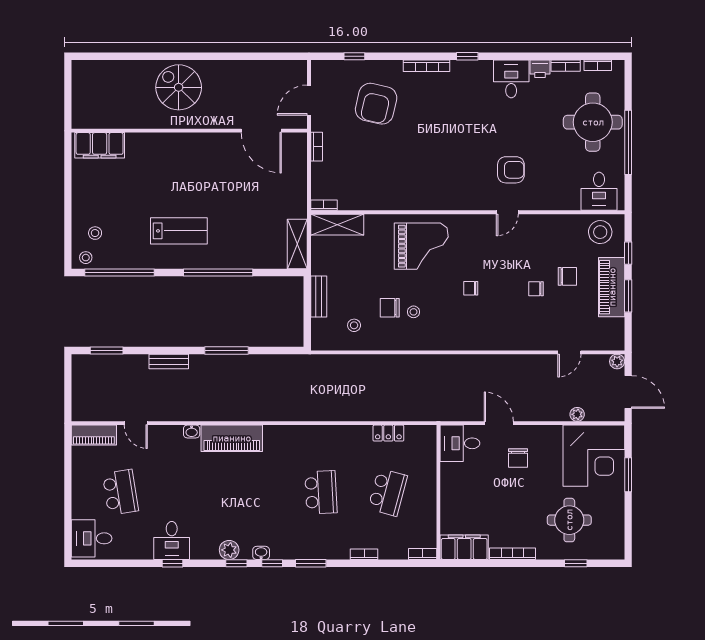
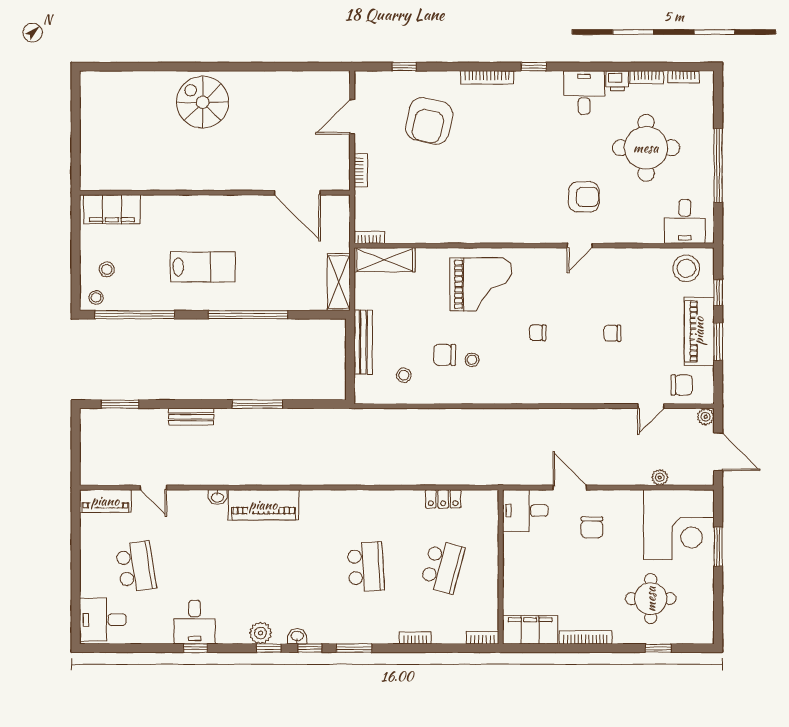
round table: (593, 122) -> (646, 148), moved
wall: (189, 131) -> (215, 193), moved
door: (261, 131) -> (297, 193), moved
filing cabinet: (100, 145) -> (112, 209), moved
chair: (567, 276) -> (682, 385), moved
bench: (319, 296) -> (363, 342), width x1.36

